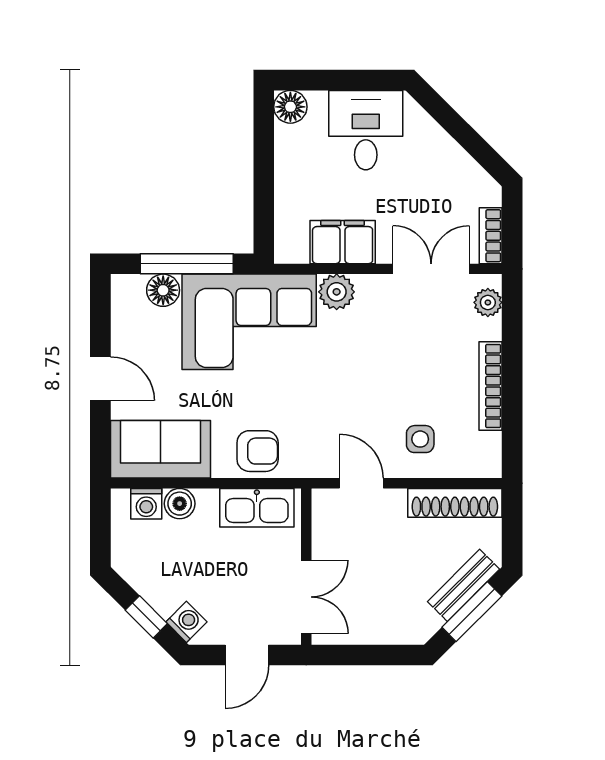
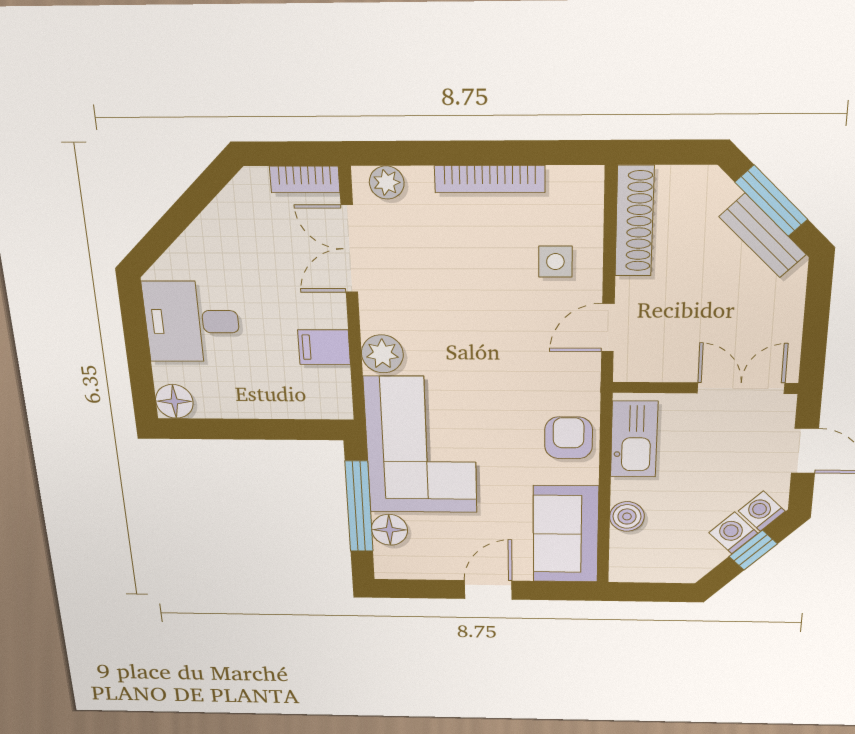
filing cabinet: (343, 242) -> (324, 347), width x0.50
washing machine: (146, 504) -> (733, 533), moved, turned -135
bench: (464, 585) -> (763, 236), moved

